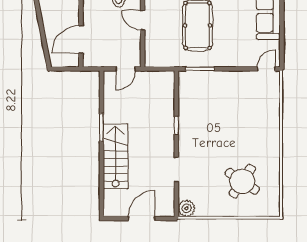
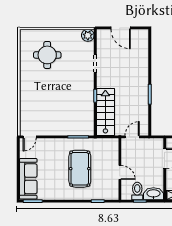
stairs: (116, 156) -> (105, 112), moved, turned 180
round table: (242, 181) -> (47, 55), turned -34
door: (142, 219) -> (121, 28), hinge flipped

